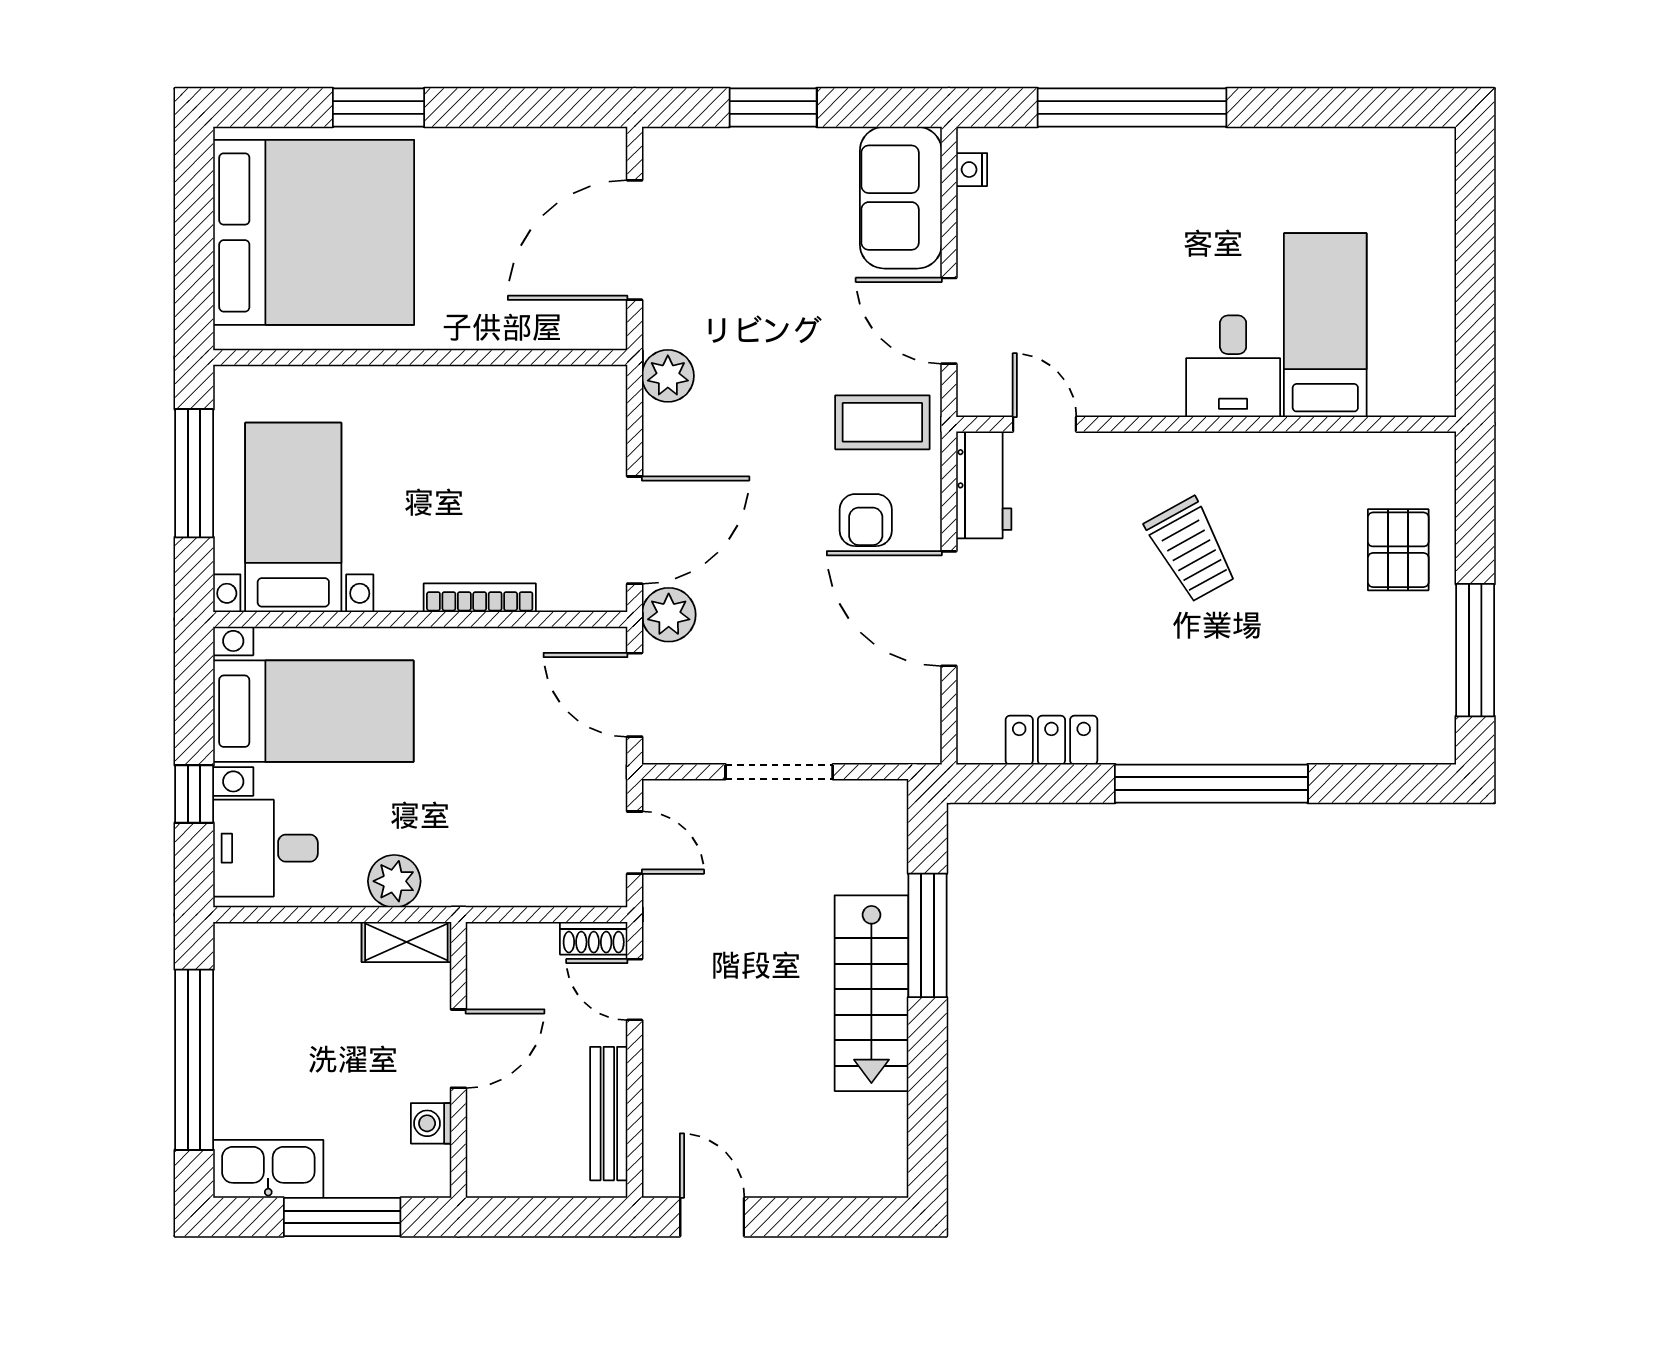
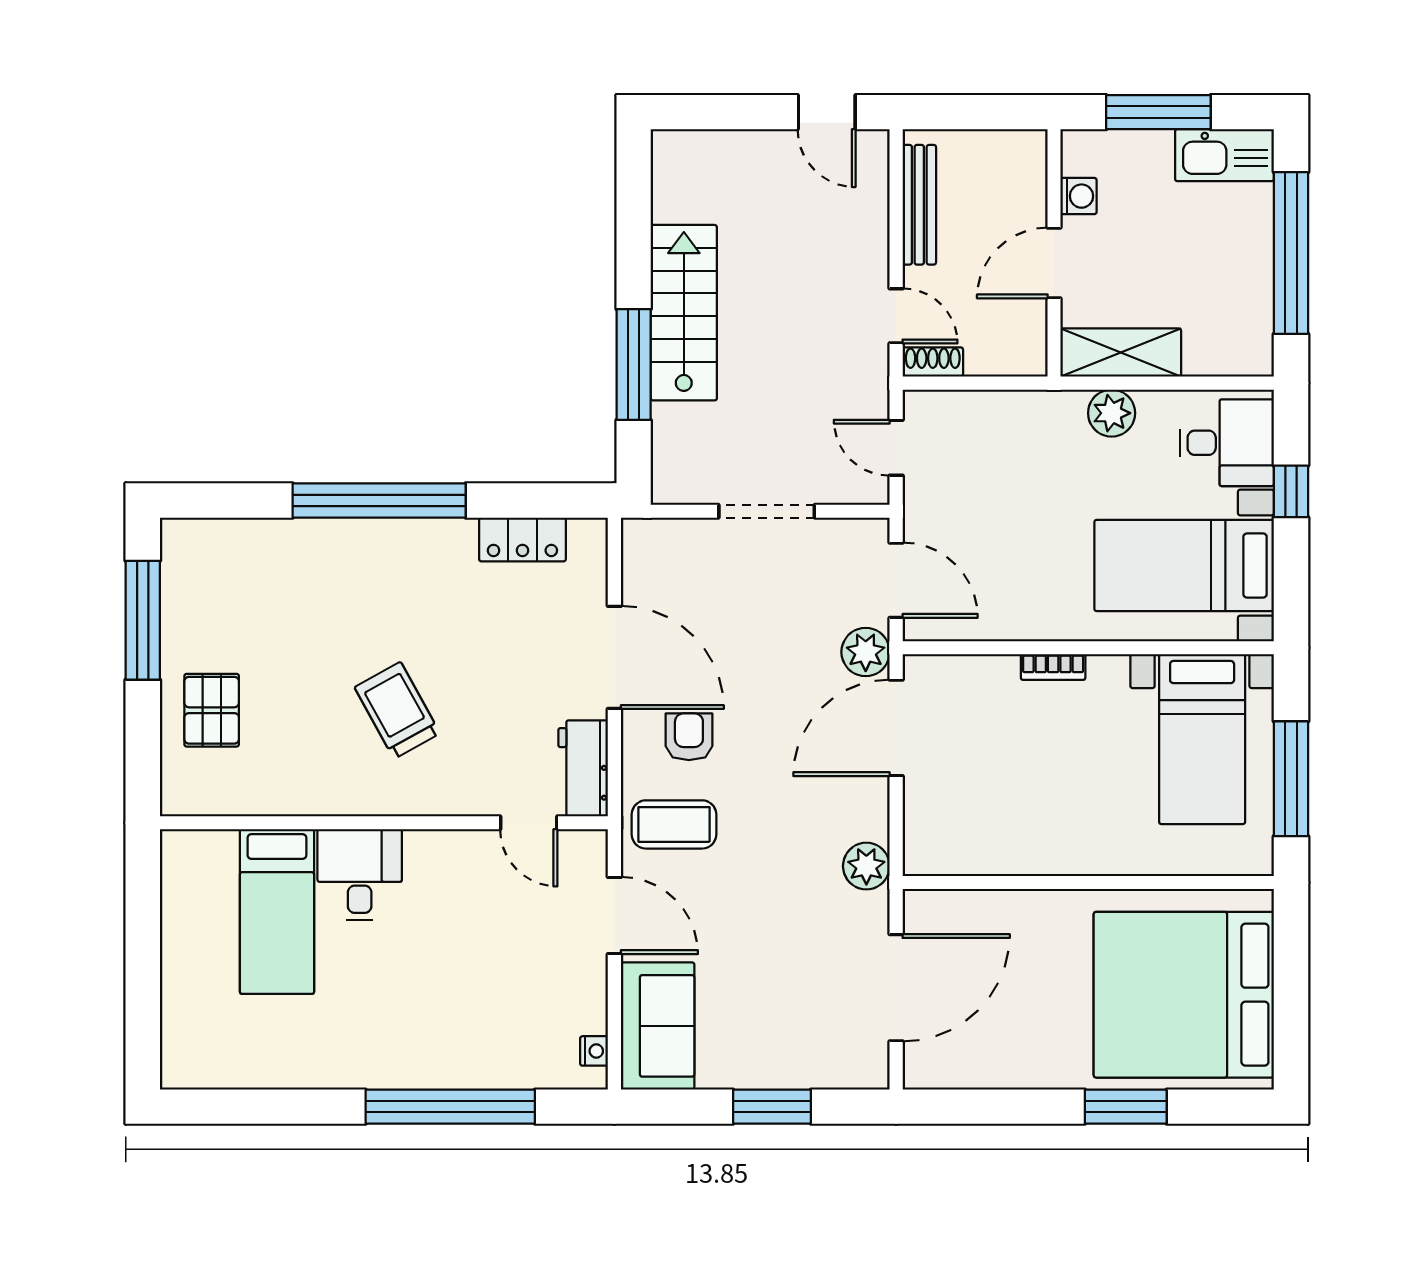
bookcase: (480, 598) -> (1053, 667), width x0.64
shelving: (406, 942) -> (1121, 353), width x1.50, depth x1.33

